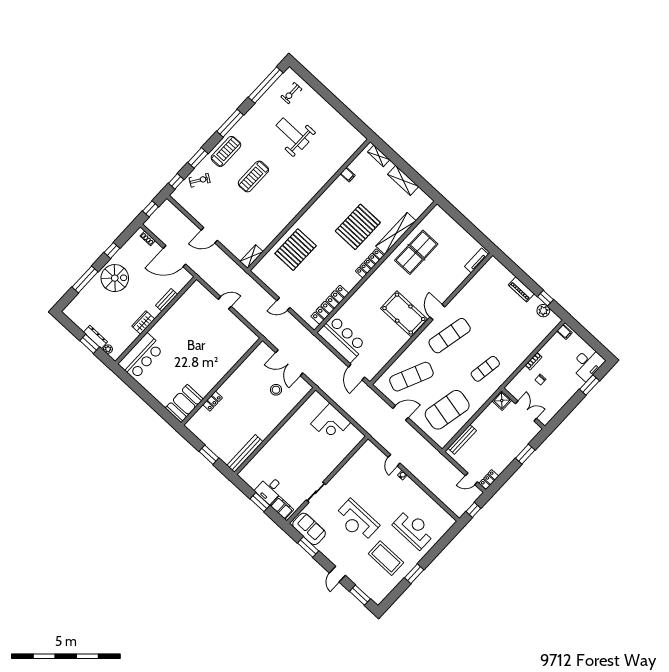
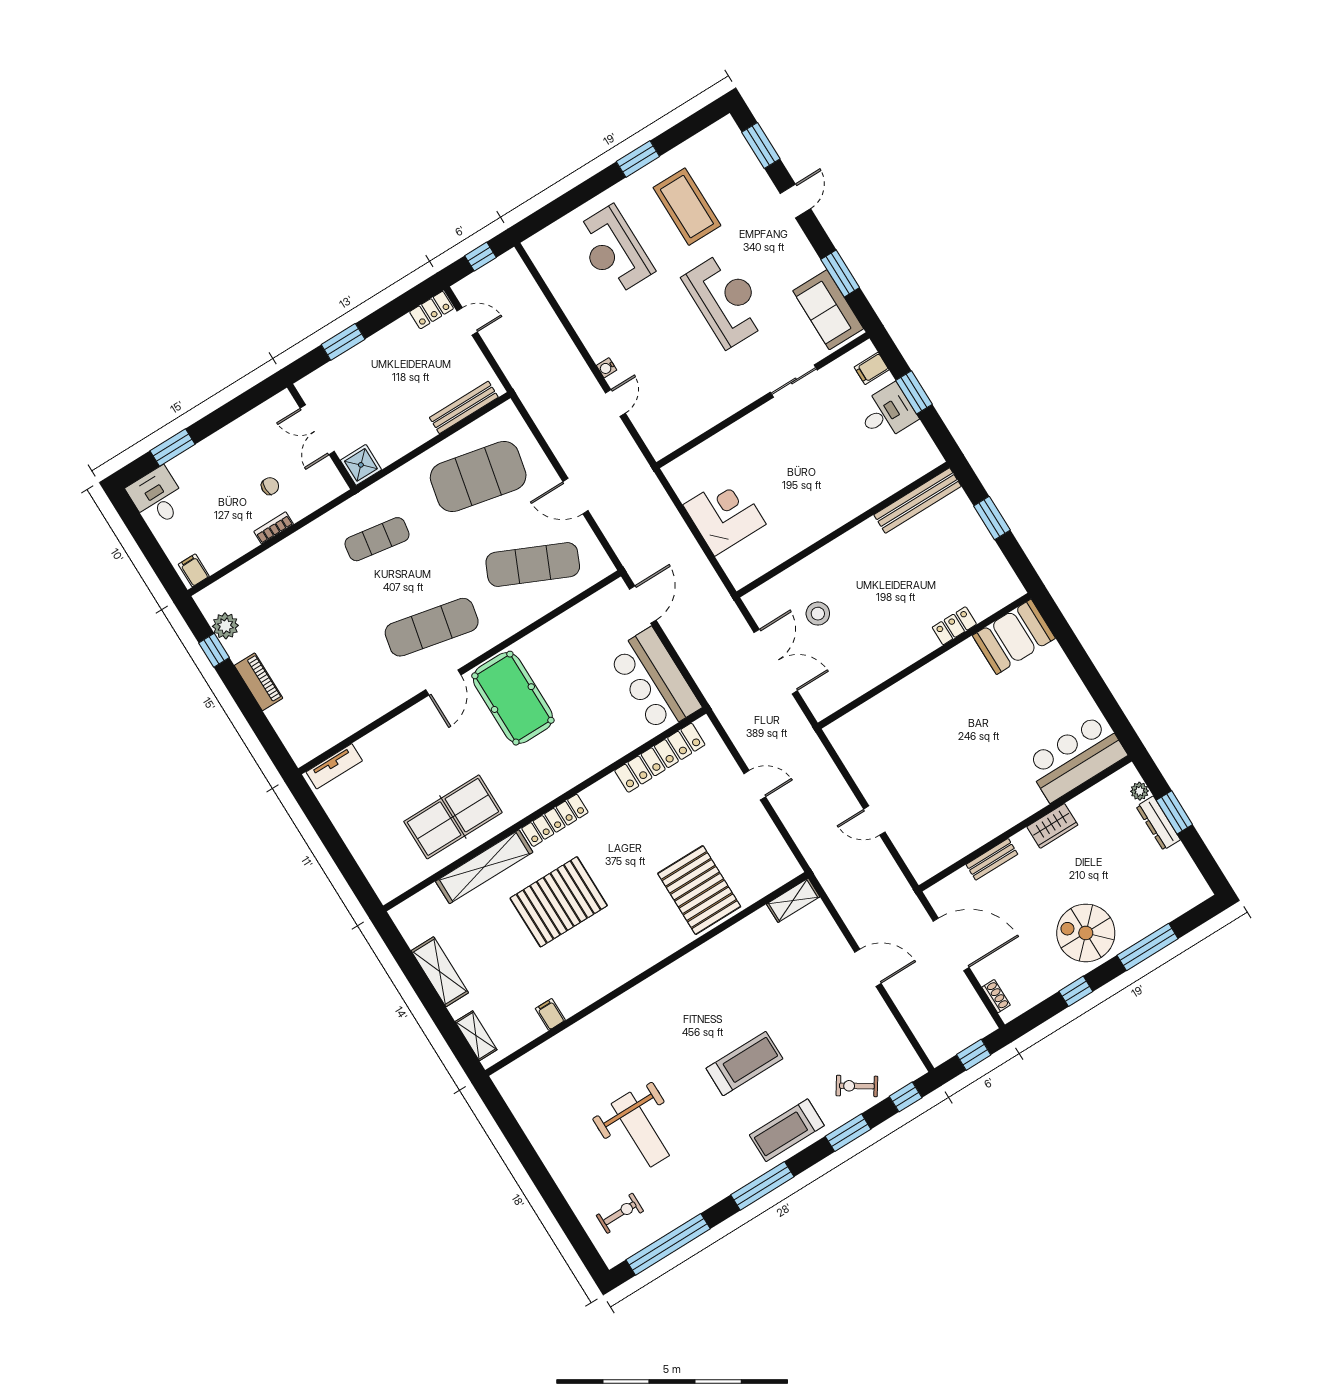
pallet: (296, 250) -> (699, 890), turned 90
desk: (587, 364) -> (157, 497), width x0.73
filing cabinet: (282, 508) -> (872, 368), width x0.50

